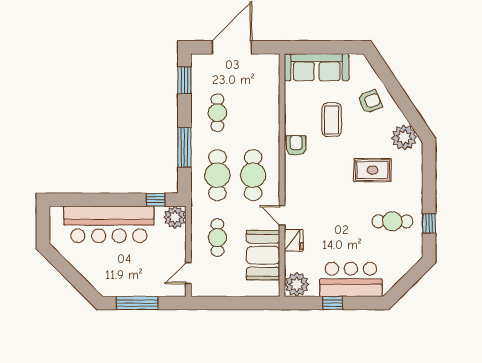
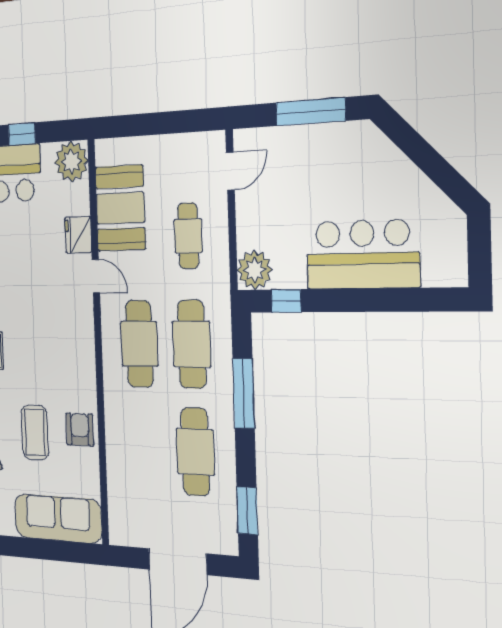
cafe table: (217, 113) -> (195, 452), width x1.37, depth x1.35
armchair: (296, 145) -> (80, 430), moved, turned 180
bar counter: (109, 224) -> (362, 254), width x0.73

